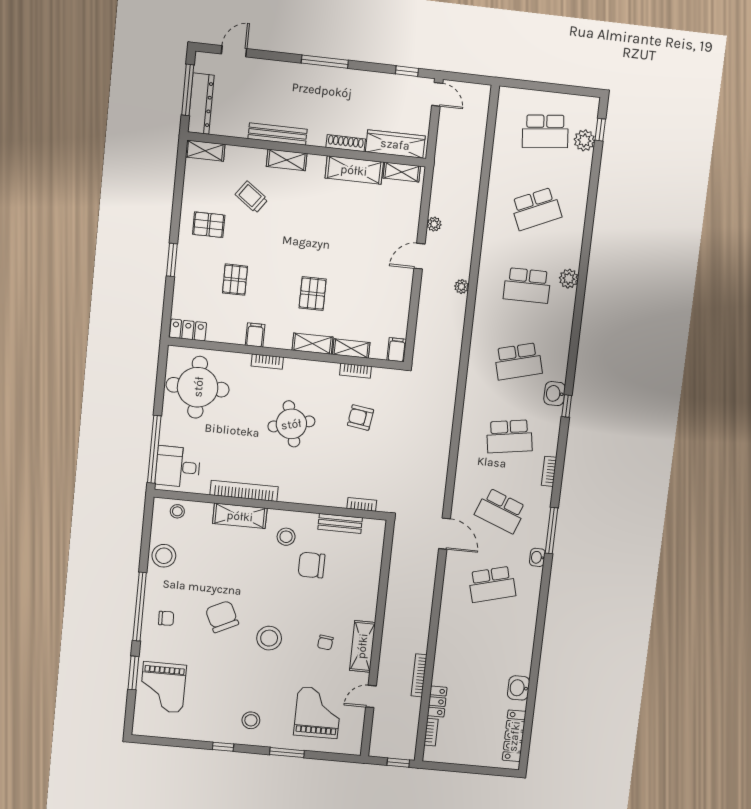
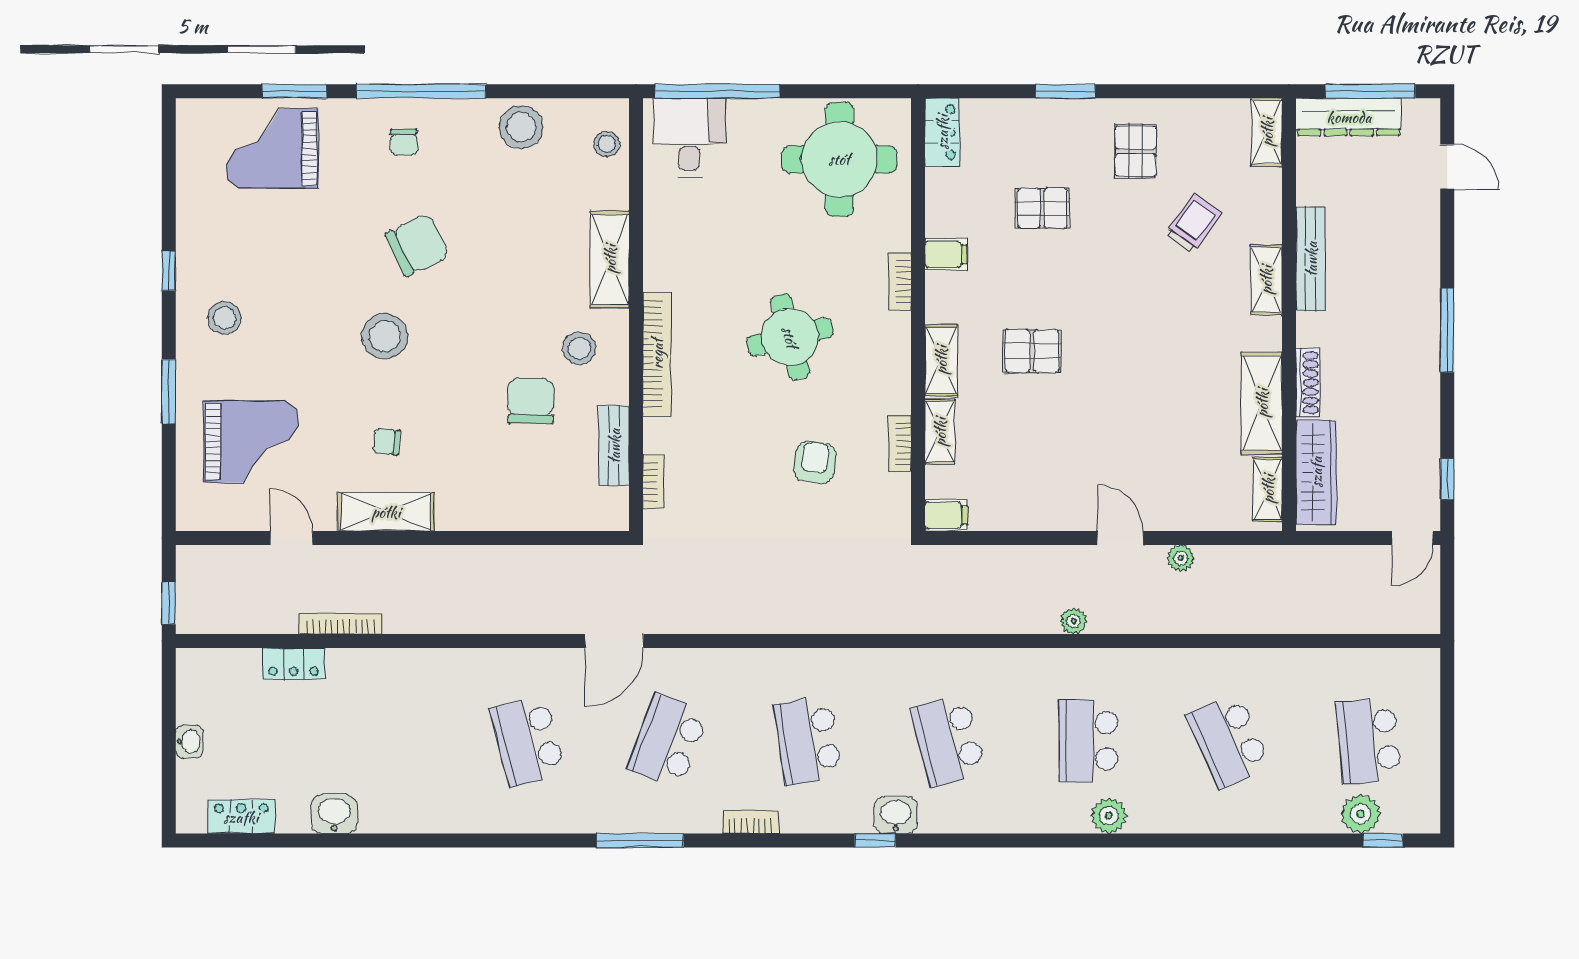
bookcase: (244, 491) -> (657, 354), moved
washbasin: (537, 557) -> (189, 742), moved, turned 90
bookcase: (431, 732) -> (234, 658), removed
locker: (514, 736) -> (241, 817), width x0.66

